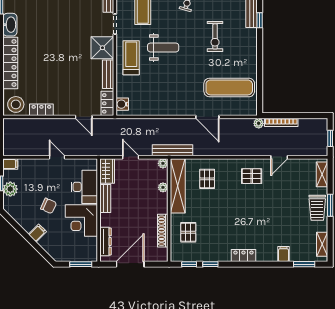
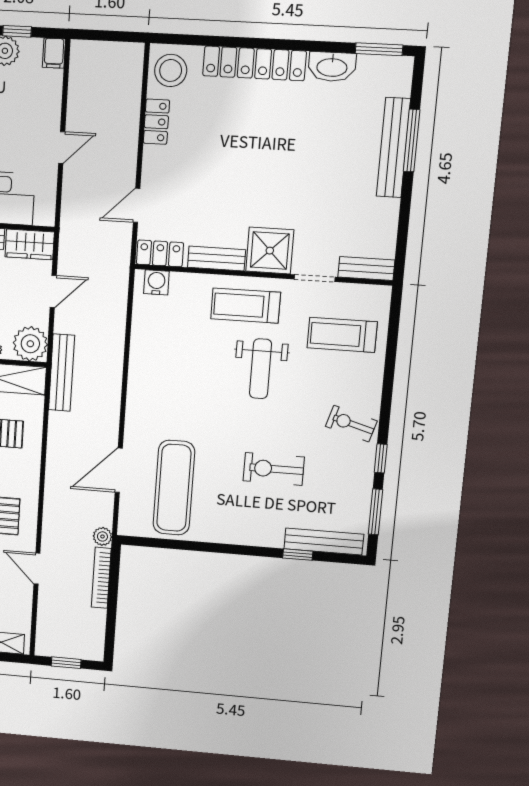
treadmill: (131, 58) -> (246, 306), turned 180
door: (207, 117) -> (119, 470), moved
plant: (163, 163) -> (30, 344), width x1.88, depth x1.88

